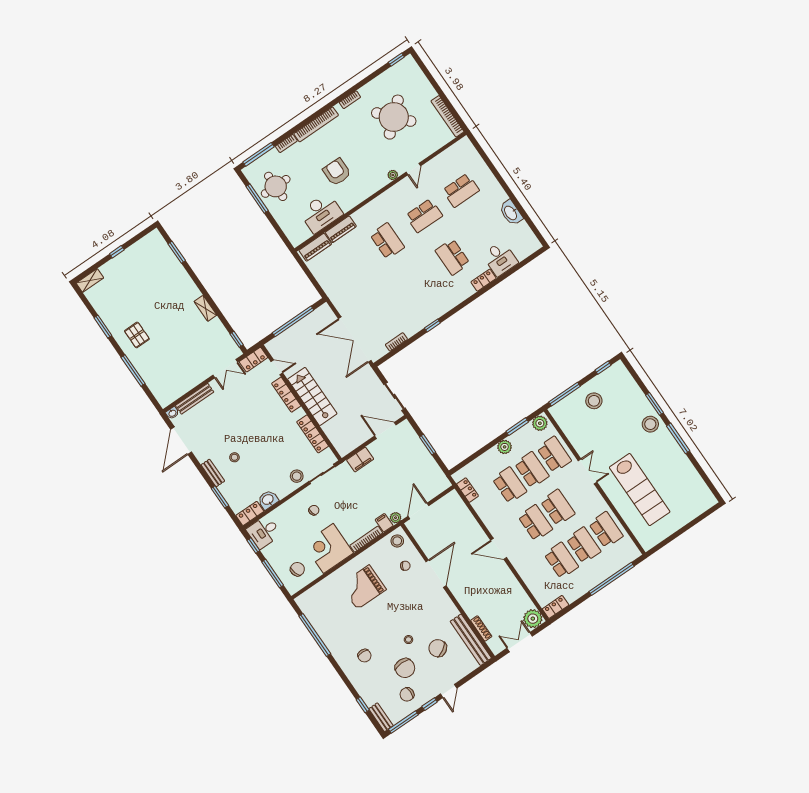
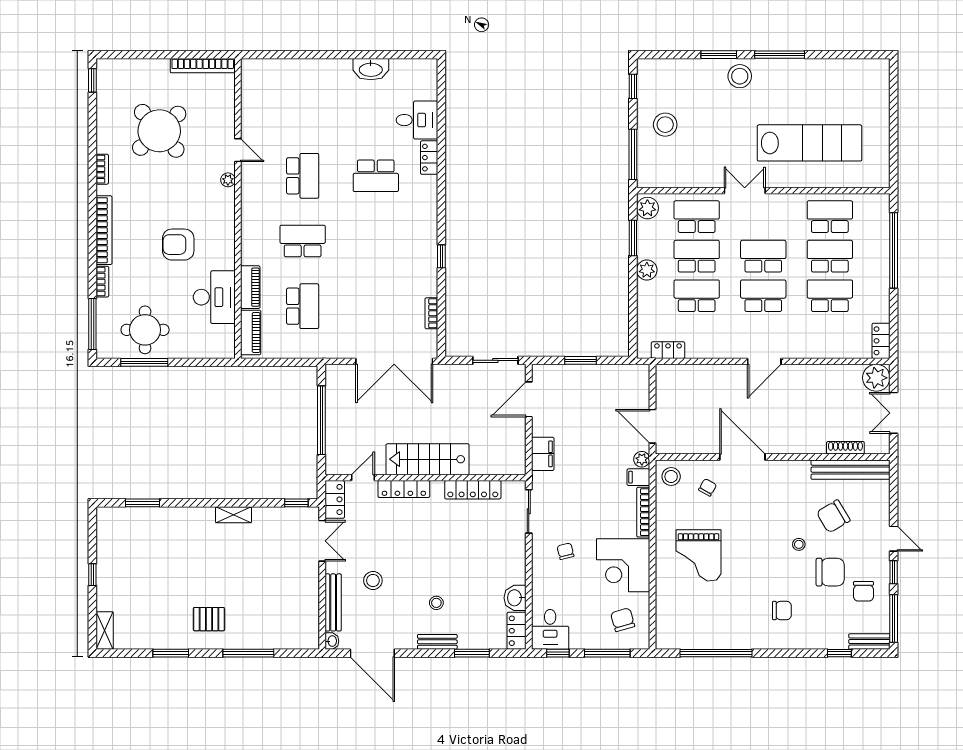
school desk: (461, 190) -> (303, 306), moved
stool: (297, 476) -> (373, 581), moved

